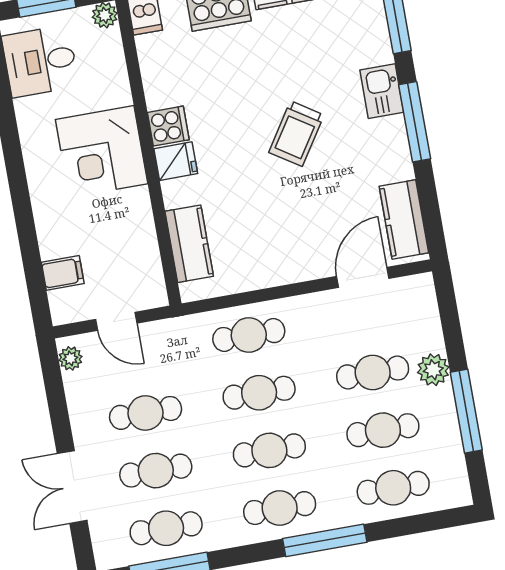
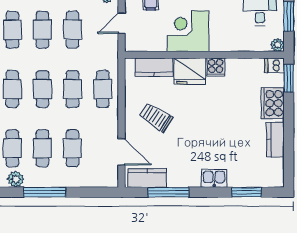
window: (415, 122) -> (169, 192), moved
trolley: (296, 134) -> (156, 117), moved
corner desk: (102, 152) -> (188, 31), moved
fridge: (176, 161) -> (190, 71), width x1.88, depth x1.34
plant: (433, 370) -> (16, 179), moved

